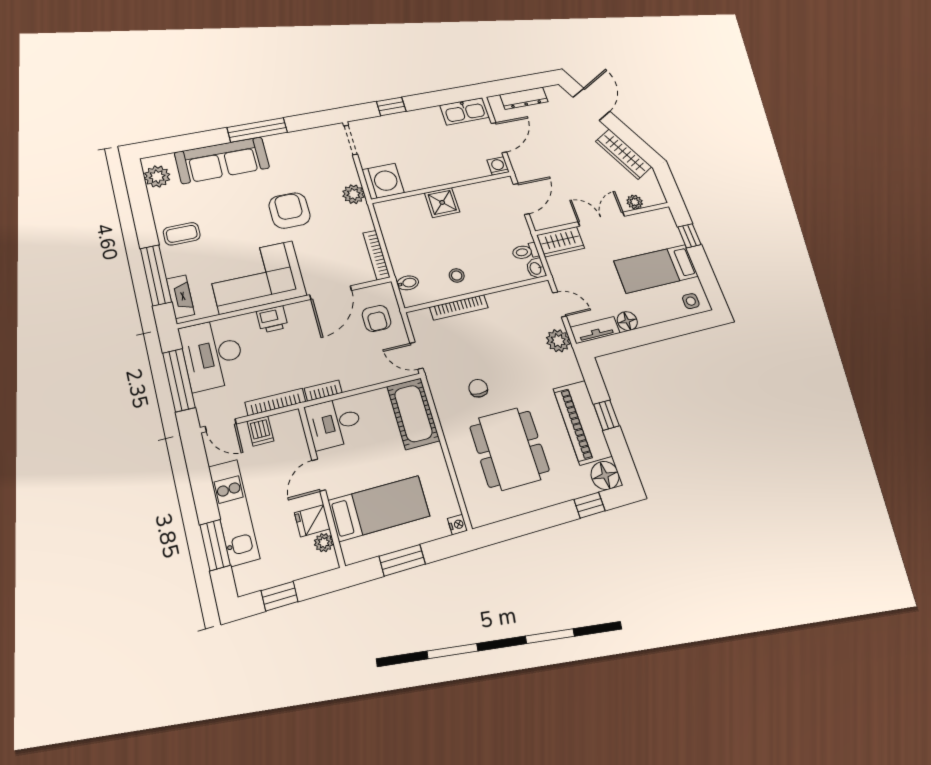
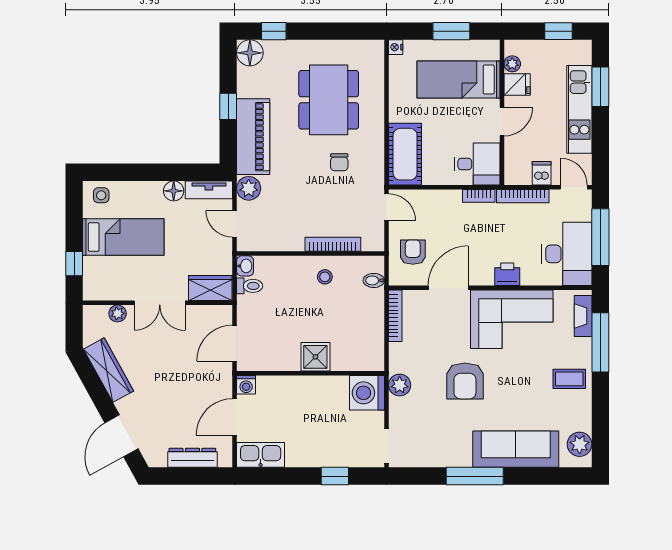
piano: (583, 422) -> (253, 137), moved

